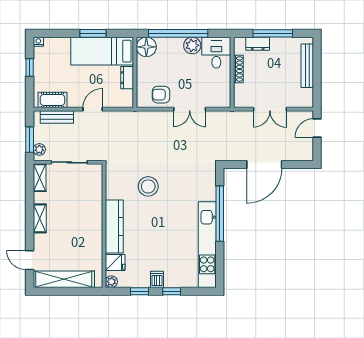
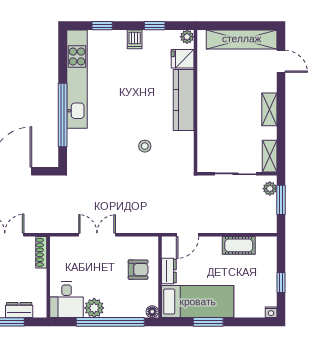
floor lamp: (146, 47) -> (152, 312), width x0.53, depth x0.53
shoe rack: (238, 69) -> (41, 252), moved
armchair: (161, 95) -> (138, 270), moved
cot: (52, 100) -> (239, 245), moved
door: (93, 109) -> (188, 235), moved
bench: (57, 117) -> (250, 226), removed
stool: (148, 186) -> (145, 146), width x0.53, depth x0.53
window: (172, 291) -> (102, 26), moved

